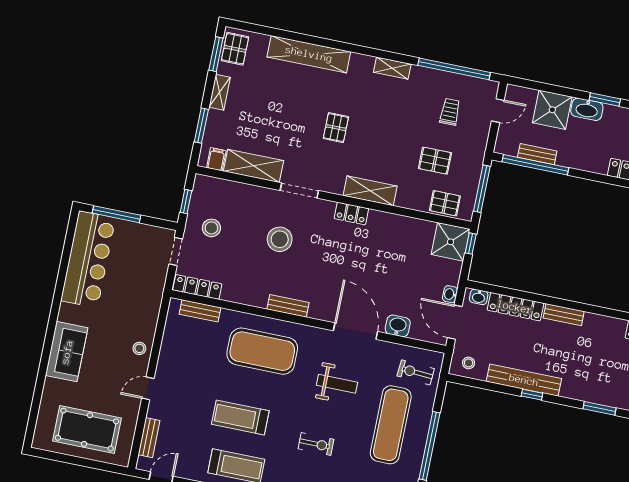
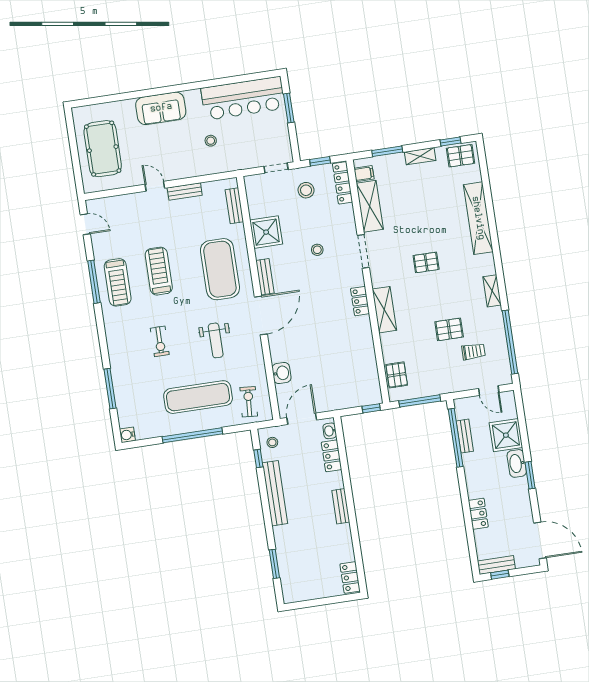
window: (216, 54) -> (450, 142), width x0.67
pallet: (435, 161) -> (449, 329), moved, turned 90
window: (116, 214) -> (289, 108), width x0.69
stool: (280, 239) -> (317, 250), width x0.53, depth x0.53
shower: (451, 242) -> (266, 232), moved
locker: (197, 287) -> (343, 183), moved, turned 180
washbasin: (450, 294) -> (323, 406), removed
locker: (515, 307) -> (332, 456), width x0.66
door: (356, 331) -> (261, 315), moved
stool: (139, 348) -> (211, 141), moved
window: (532, 395) -> (258, 458), moved
bench: (149, 438) -> (185, 191), moved

